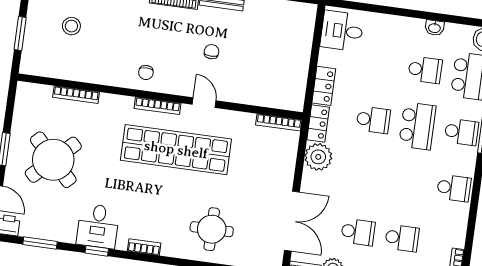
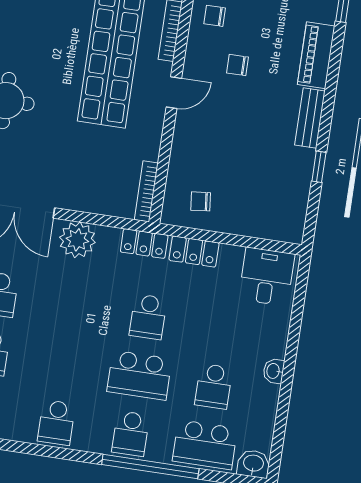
washbasin: (434, 28) -> (274, 371), moved
chair: (211, 52) -> (238, 65), moved, turned 180
chair: (286, 81) -> (201, 201), added
plant: (318, 157) -> (77, 240), moved

